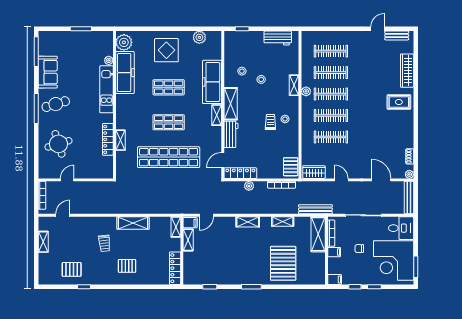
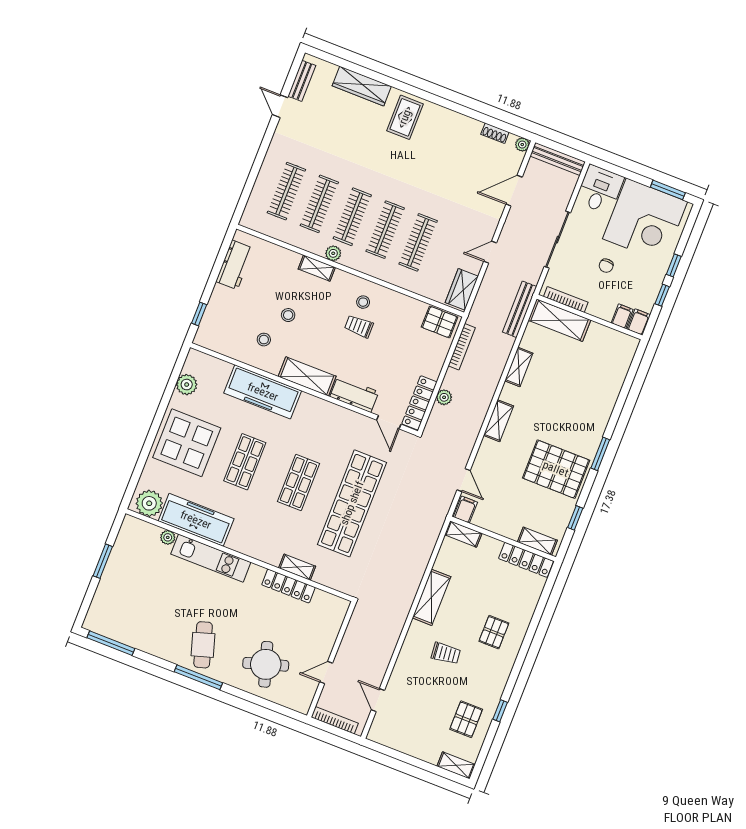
display table: (166, 50) -> (187, 443), width x1.36, depth x1.36
sofa: (48, 72) -> (149, 638), removed
shelving: (217, 115) -> (316, 405), removed
door: (67, 180) -> (326, 673), hinge flipped
shelving: (188, 240) -> (537, 541), moved
shelving: (43, 242) -> (456, 765), moved
filing cabinet: (334, 252) -> (622, 316), moved
pallet: (283, 263) -> (556, 469), moved

